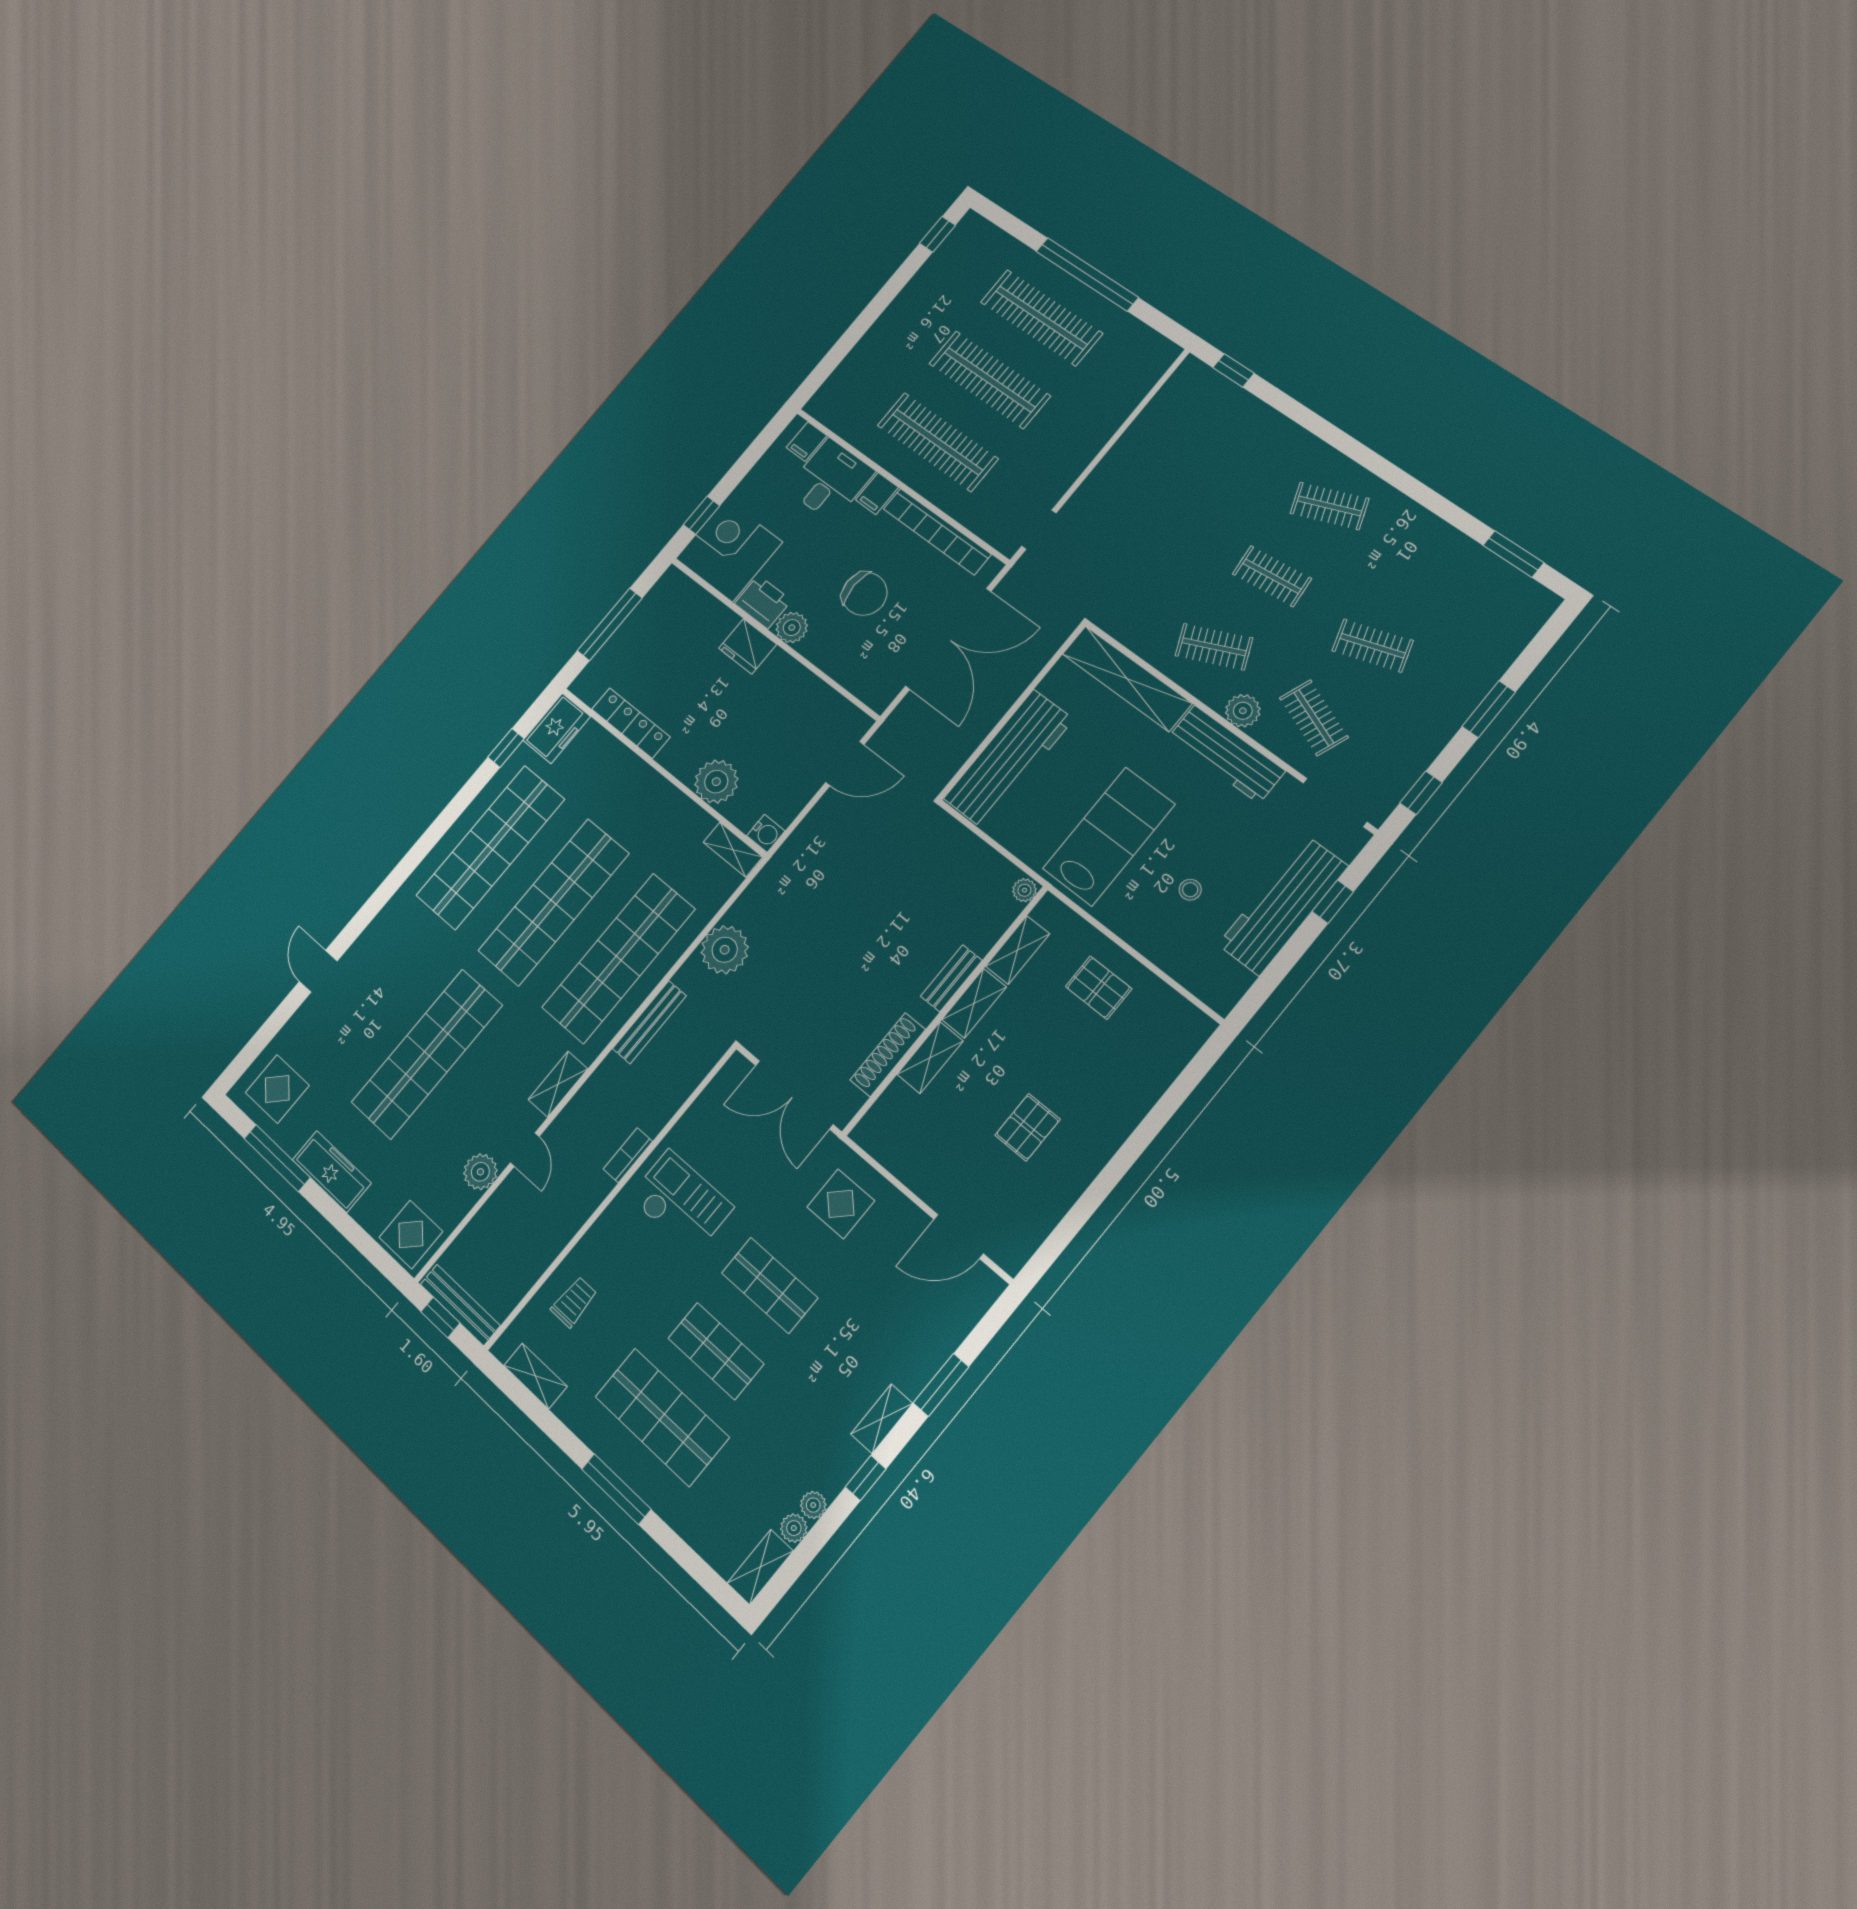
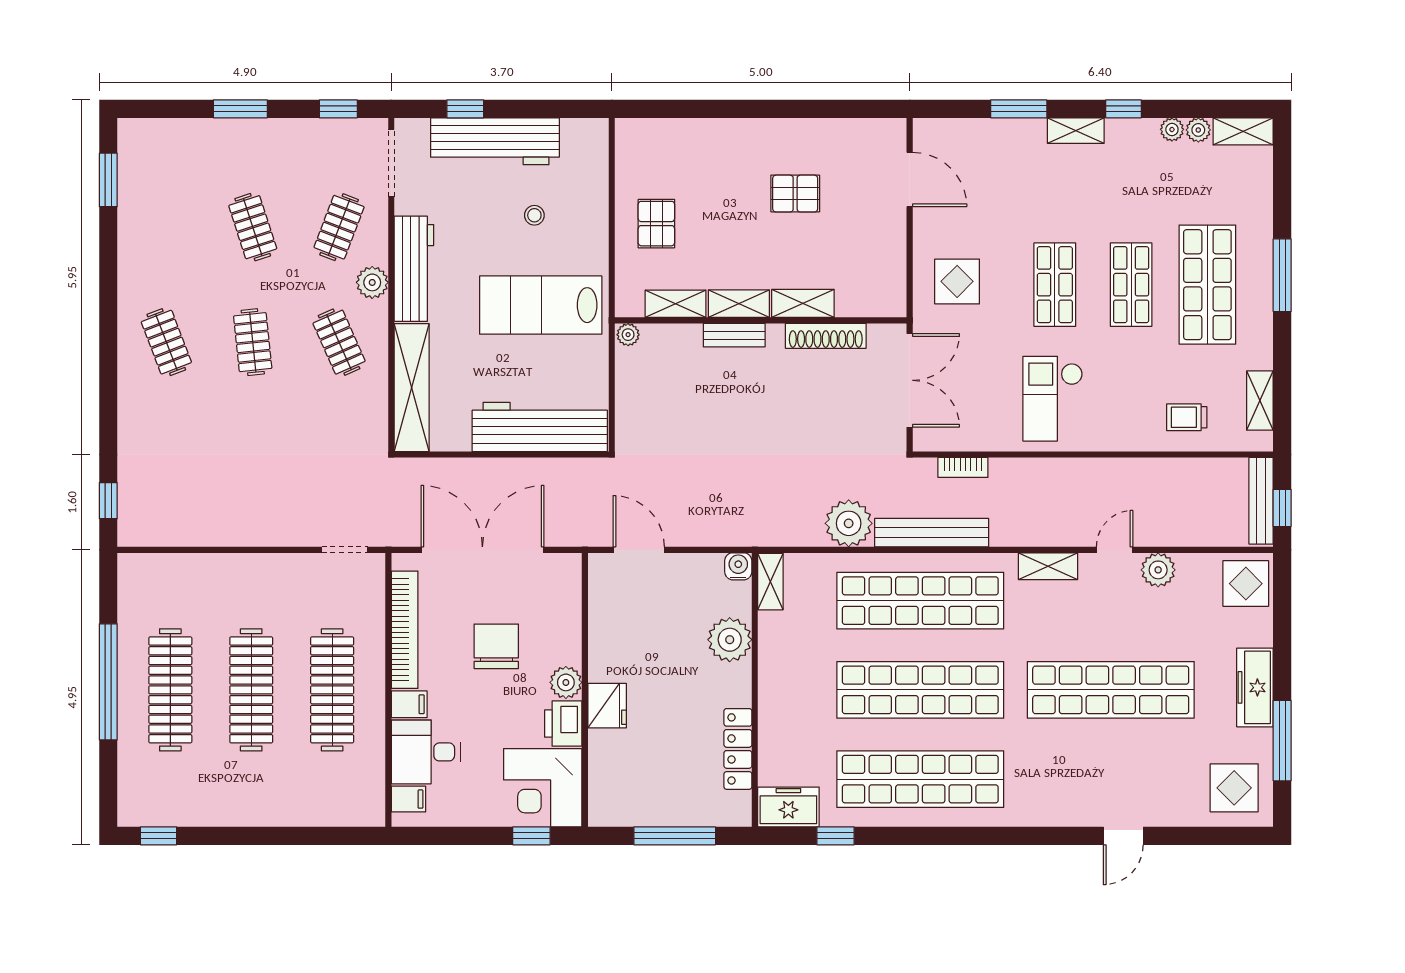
bench: (649, 1022) -> (932, 533), width x1.37, depth x1.21
bookcase: (628, 1155) -> (963, 467), moved

